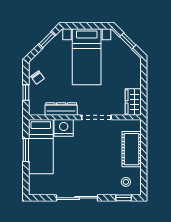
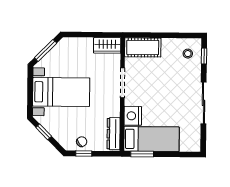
window: (128, 41) -> (46, 50), width x1.50
window: (26, 93) -> (84, 154), moved
dresser: (61, 109) -> (114, 134), moved
cot: (132, 149) -> (143, 47), moved
window: (26, 150) -> (142, 154), moved

